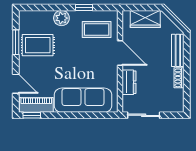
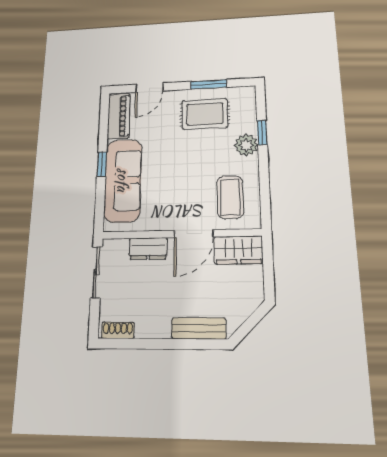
window: (84, 7) -> (262, 133), moved
wardrobe: (145, 19) -> (238, 250), moved, turned -90
rug: (38, 45) -> (205, 114), turned 90
shoe rack: (179, 78) -> (118, 330), moved
window: (32, 115) -> (102, 164), moved

